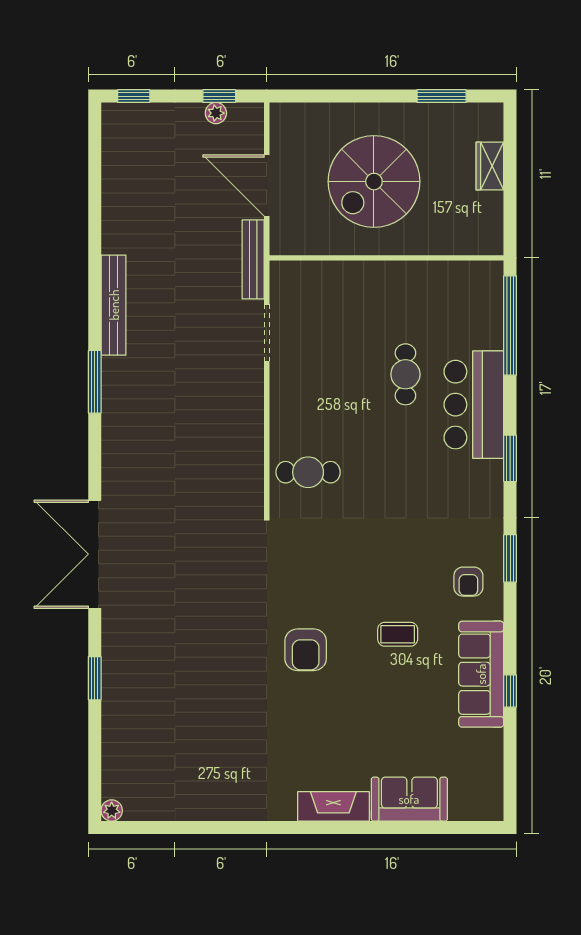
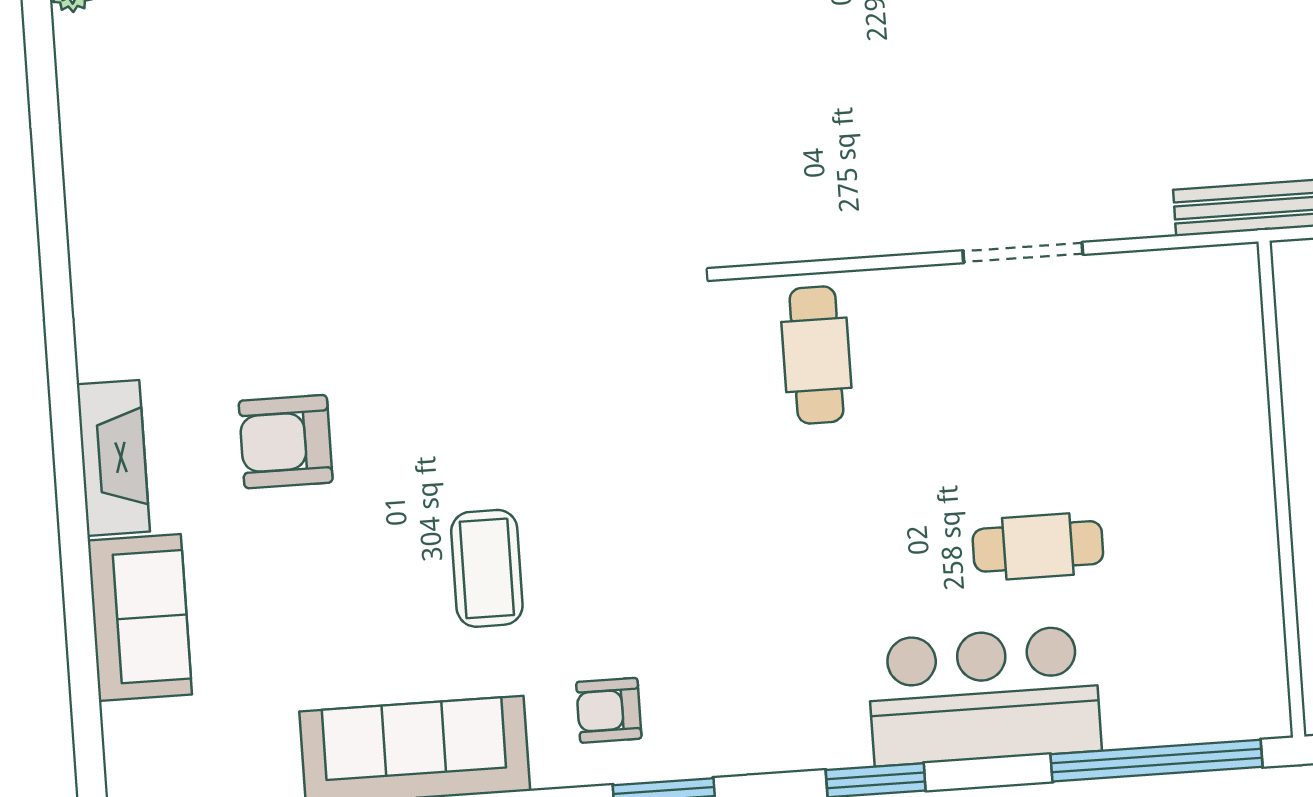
doorway: (267, 333) -> (1023, 253), moved
coffee table: (398, 634) -> (487, 568), width x1.36, depth x1.30
armchair: (306, 650) -> (286, 442), moved

